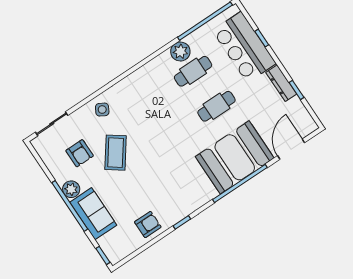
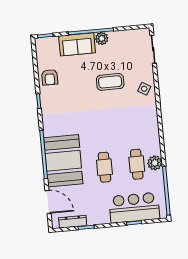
dresser: (281, 83) -> (73, 222), moved
armchair: (80, 153) -> (123, 57), removed
coffee table: (116, 153) -> (110, 82), turned -36

